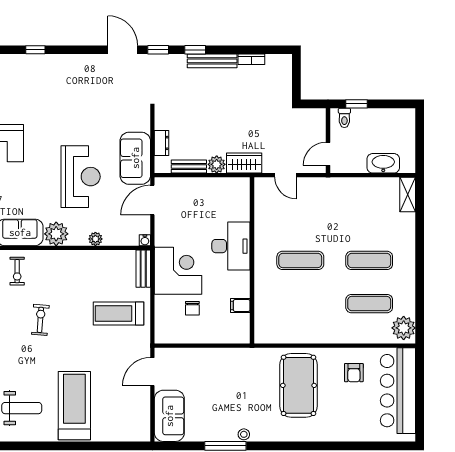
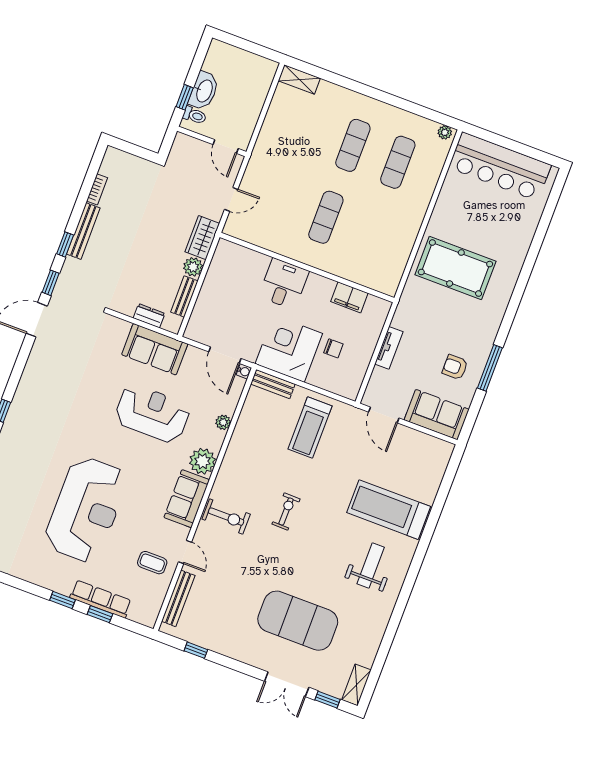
washbasin: (383, 163) -> (204, 91), moved, turned 180
door: (152, 200) -> (225, 355), moved
desk: (231, 246) -> (284, 284), width x0.73
exercise bike: (17, 271) -> (226, 517), width x1.38, depth x1.39
filing cabinet: (240, 305) -> (349, 297), width x2.00
exercise bike: (40, 320) -> (286, 512), turned 87
plant: (404, 328) -> (445, 132), width x0.53, depth x0.53
tv unit: (210, 355) -> (389, 348), added
armchair: (354, 373) -> (455, 367), moved, turned 180
stool: (244, 434) -> (485, 344), removed

